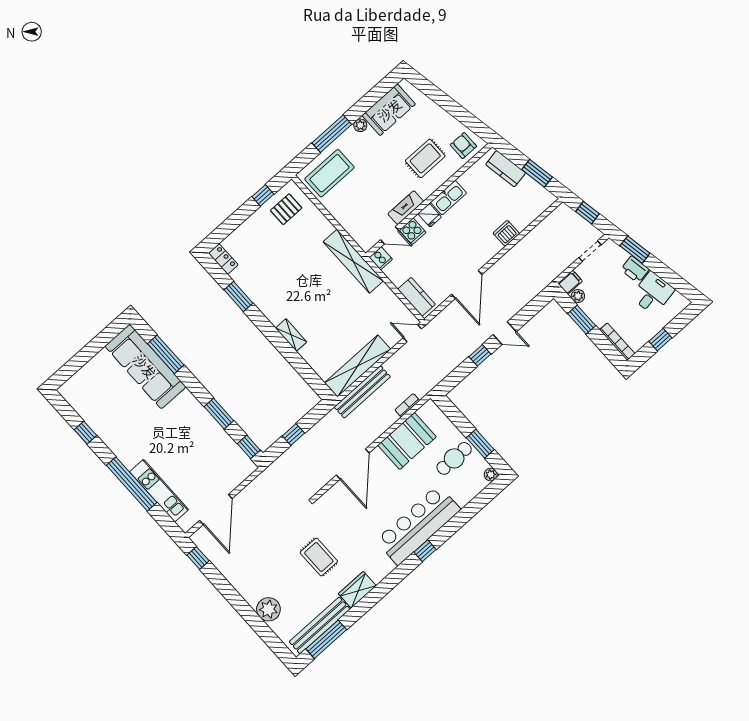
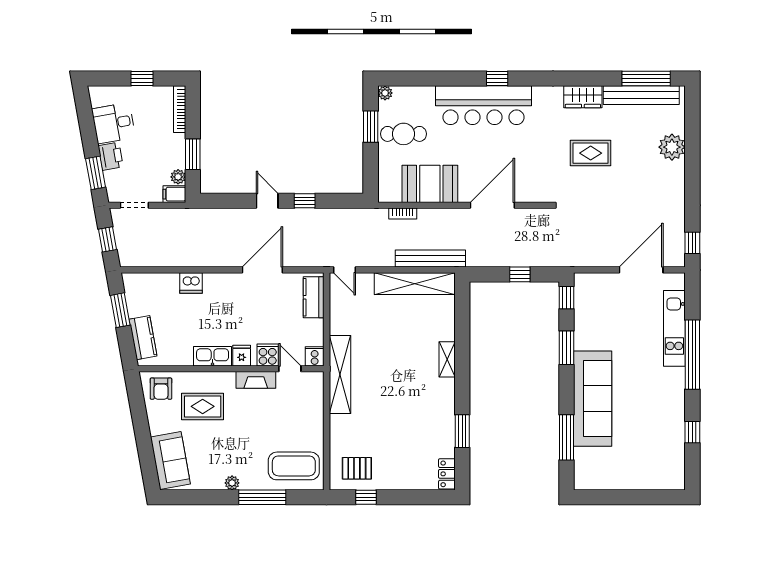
sofa: (389, 110) -> (170, 461), moved, turned 80
sofa: (145, 366) -> (593, 399), moved
rug: (319, 557) -> (591, 153), turned 90

